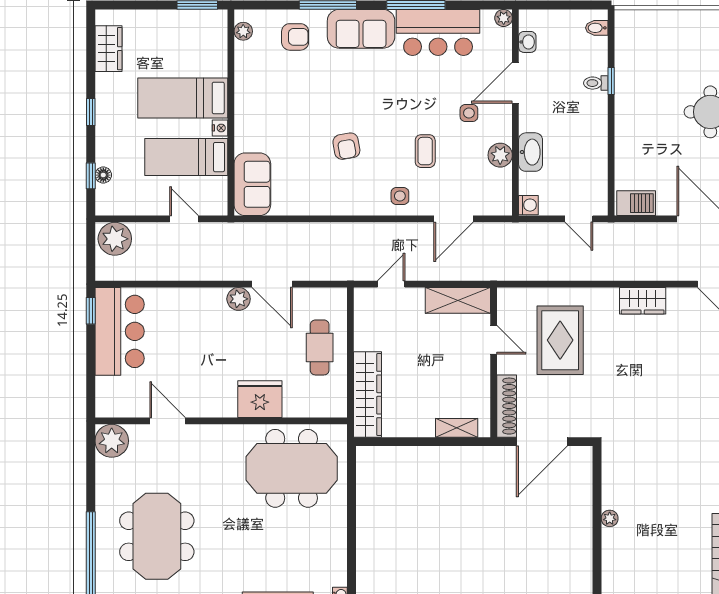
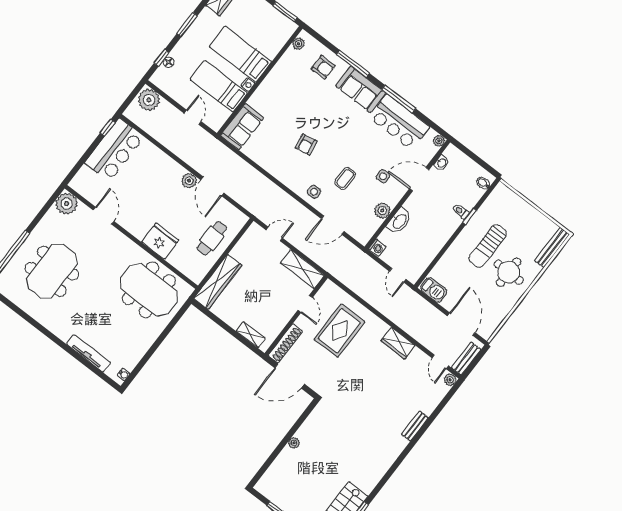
sun lounger: (661, 100) -> (488, 246), added
window: (91, 112) -> (187, 25), width x1.50

